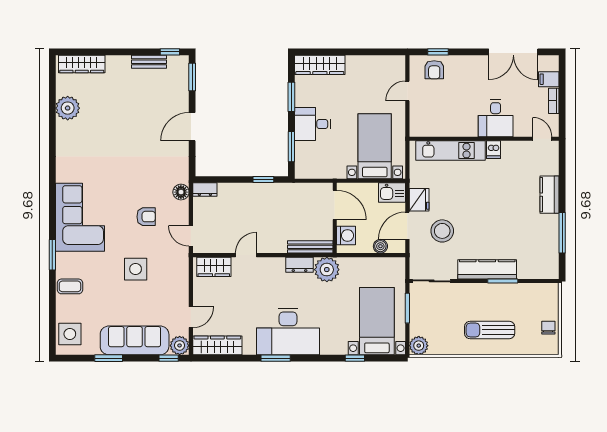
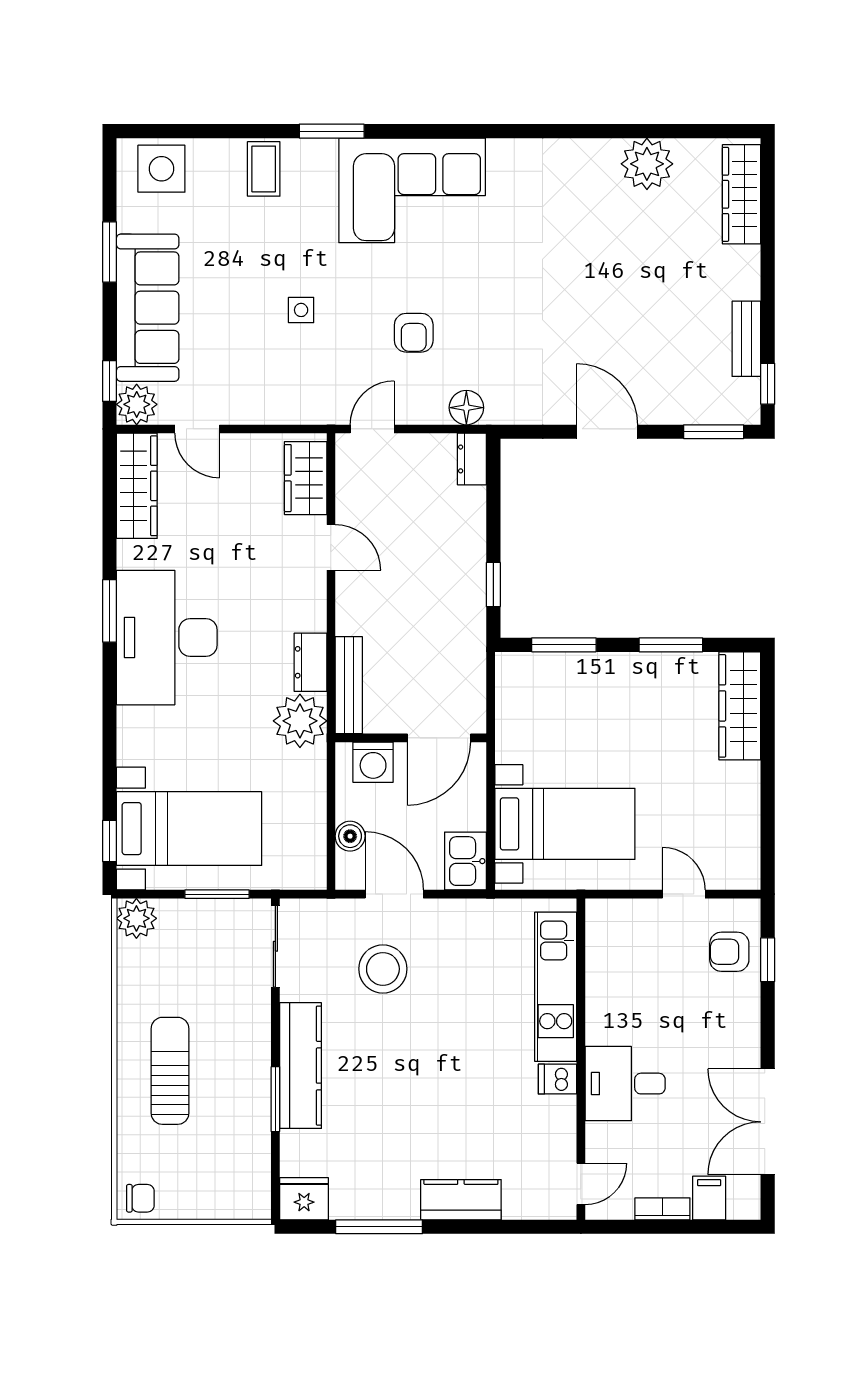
desk: (313, 124) -> (613, 690), removed
fridge: (419, 200) -> (304, 1199), moved, turned 180
side table: (136, 269) -> (301, 310), width x0.54, depth x0.54
chair: (548, 328) -> (140, 1198), moved
window: (355, 358) -> (109, 841), moved

